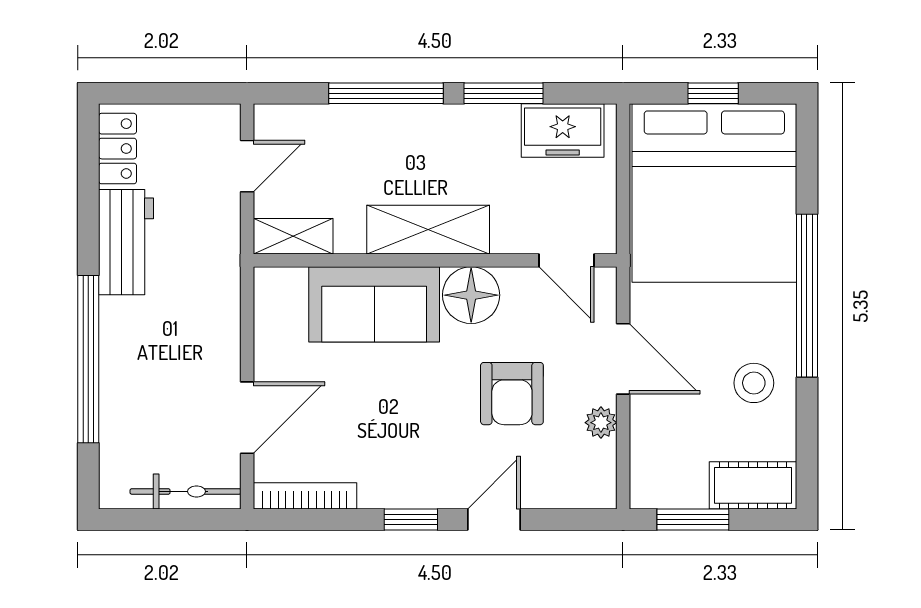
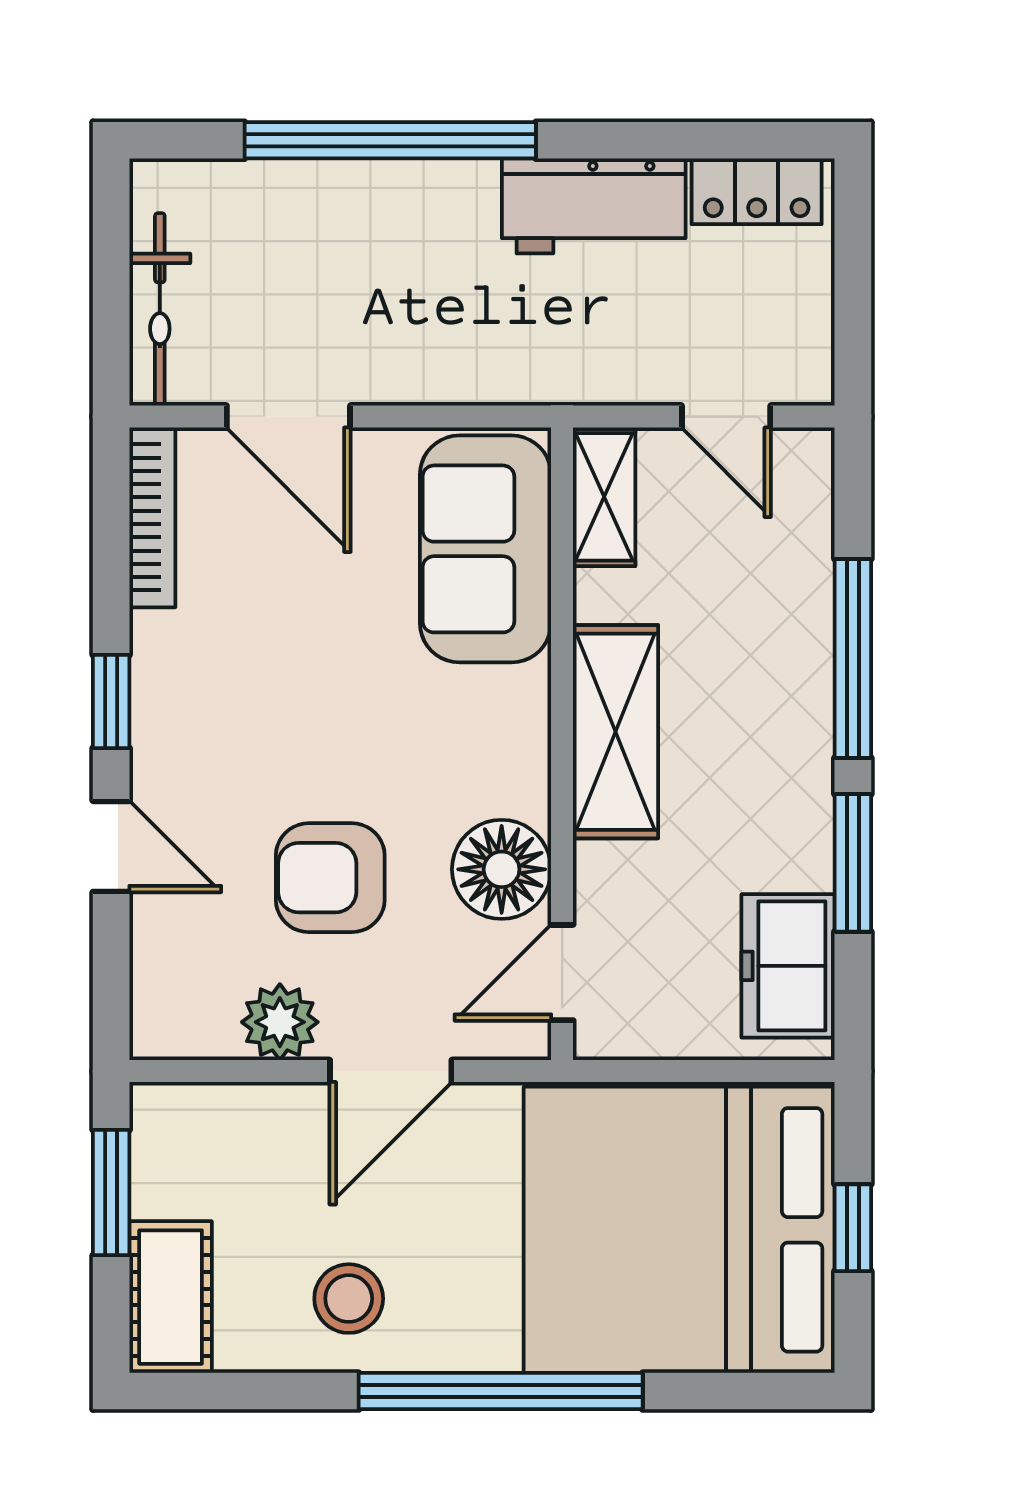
floor lamp: (471, 295) -> (502, 869), moved
sofa: (374, 304) -> (486, 549), moved
plant: (601, 423) -> (280, 1022), width x1.38, depth x1.38

